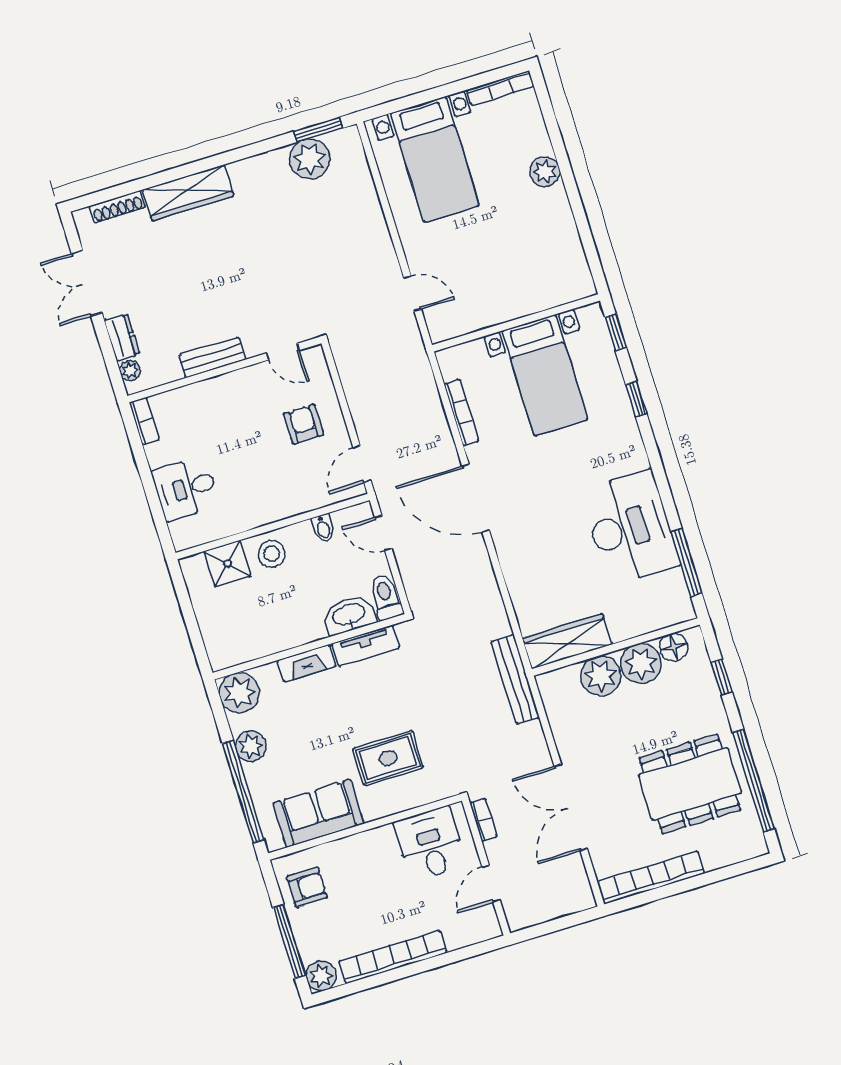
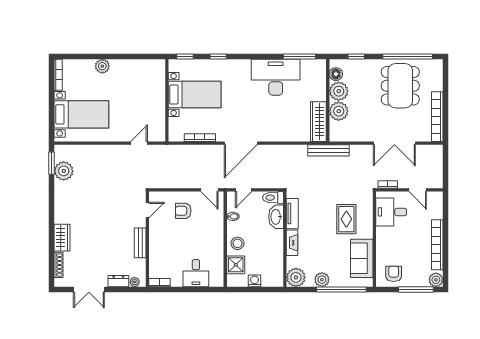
wardrobe: (188, 193) -> (62, 238), width x0.67
washing machine: (207, 611) -> (255, 281), added

